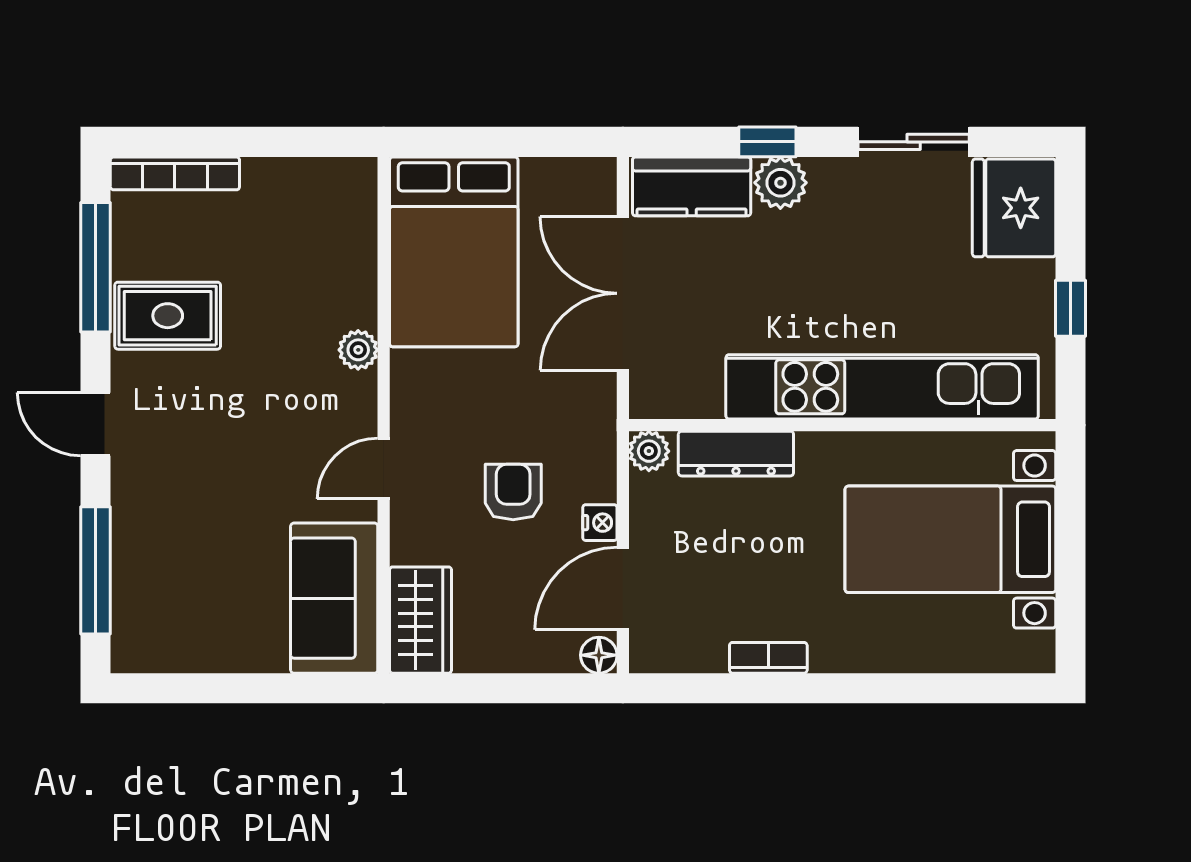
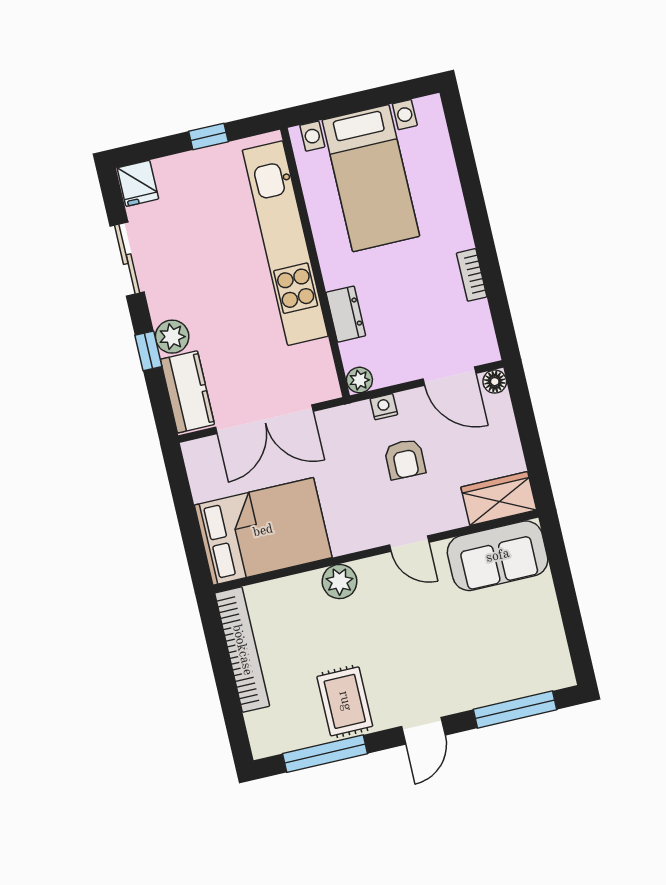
bookcase: (175, 173) -> (242, 650), moved, width x1.48, depth x1.31
fridge: (1014, 208) -> (138, 183), width x0.53, depth x0.75
plant: (358, 350) -> (339, 582), width x1.38, depth x1.38
dresser: (736, 454) -> (346, 314), width x0.70
armchair: (513, 492) -> (405, 459), turned -89
nightstand: (600, 523) -> (384, 407), moved

